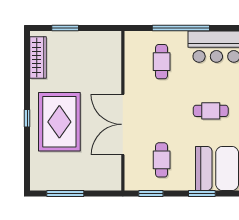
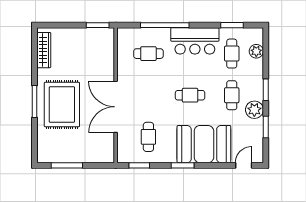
window: (65, 28) -> (98, 25), moved
cafe table: (162, 62) -> (148, 54), turned 90
window: (27, 118) -> (34, 102), width x2.17

